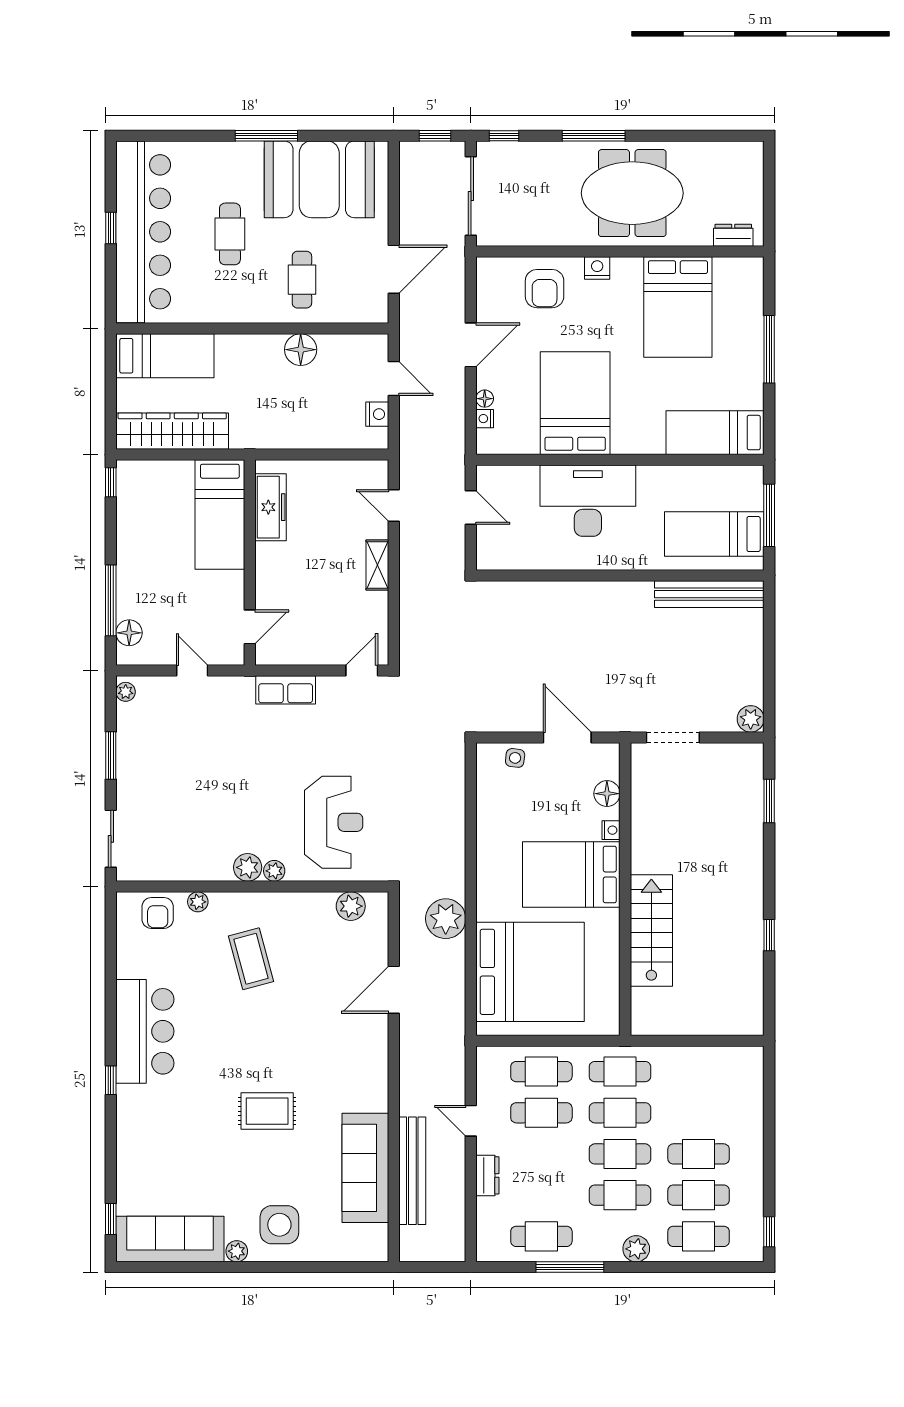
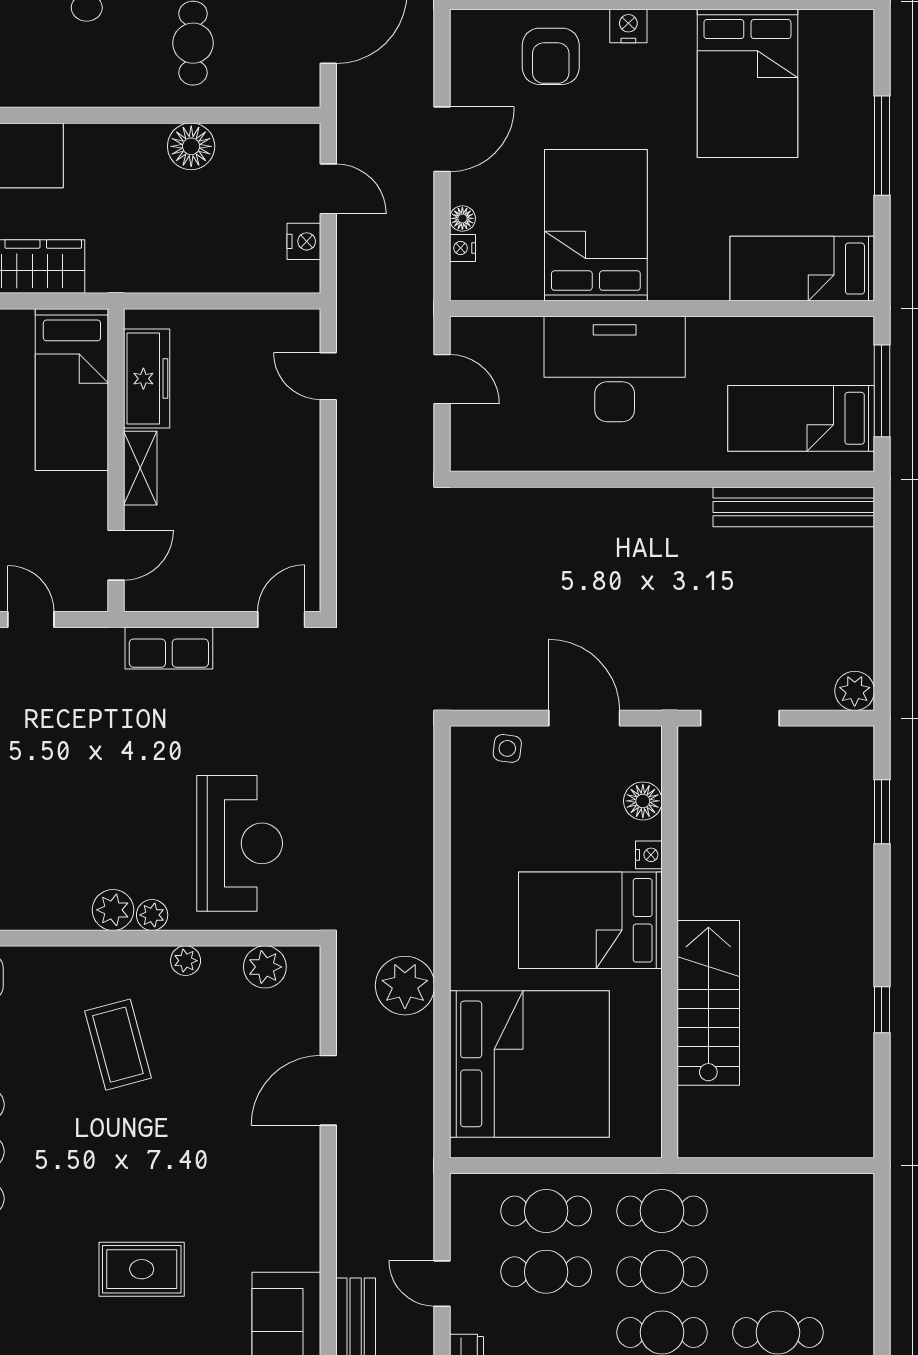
shelving: (377, 565) -> (140, 468), moved
plant: (198, 902) -> (186, 961), moved

